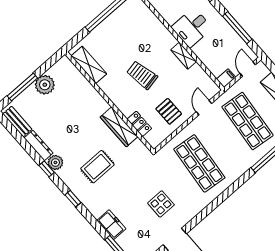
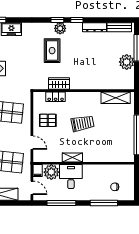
desk: (192, 28) -> (71, 177), moved
plant: (216, 64) -> (51, 172), added
wardrobe: (119, 127) -> (59, 84), width x0.67
plant: (55, 162) -> (60, 28), moved
window: (73, 199) -> (57, 20), moved

